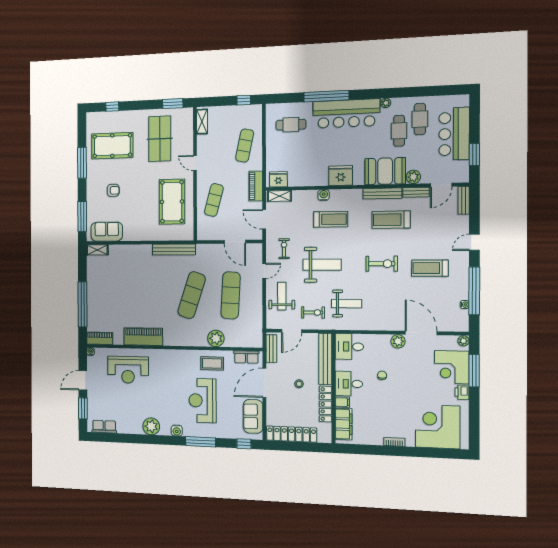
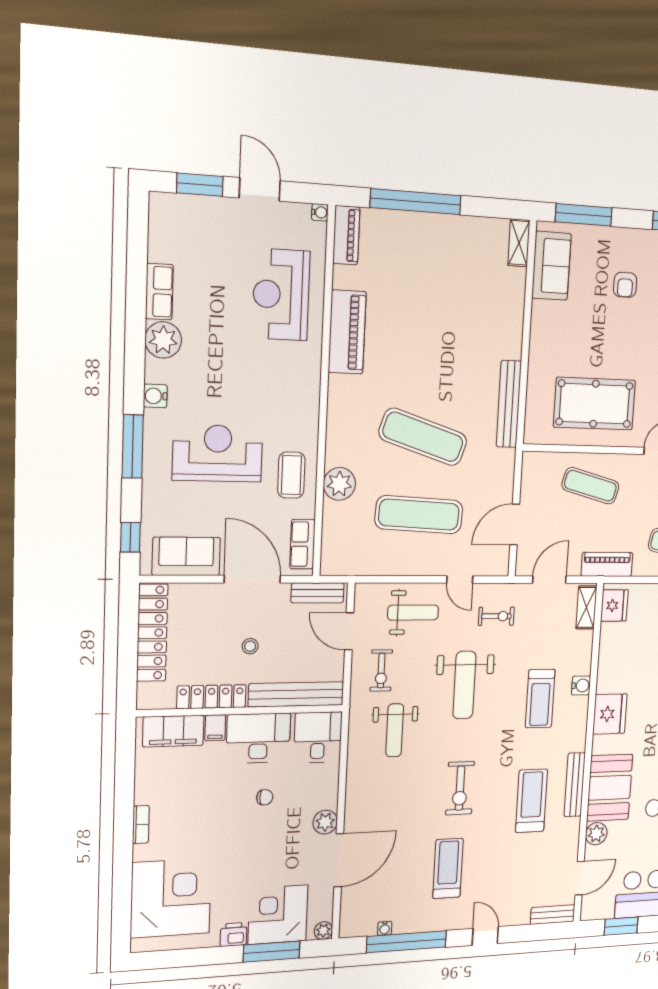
door: (441, 185) -> (580, 878), swing flipped
bench: (416, 192) -> (572, 839), removed
desk: (349, 384) -> (258, 738), width x1.37
row of seats: (104, 427) -> (159, 292), moved

